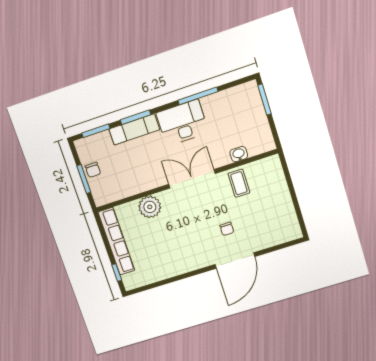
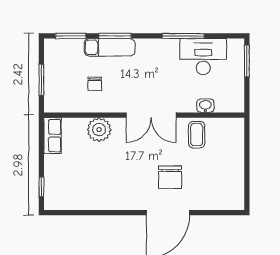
desk: (182, 123) -> (203, 57), moved
chair: (93, 170) -> (95, 84), moved
double door: (192, 179) -> (151, 115), swing flipped
chair: (227, 229) -> (170, 177), width x1.87, depth x1.87
row of seats: (117, 241) -> (53, 136), width x0.50

